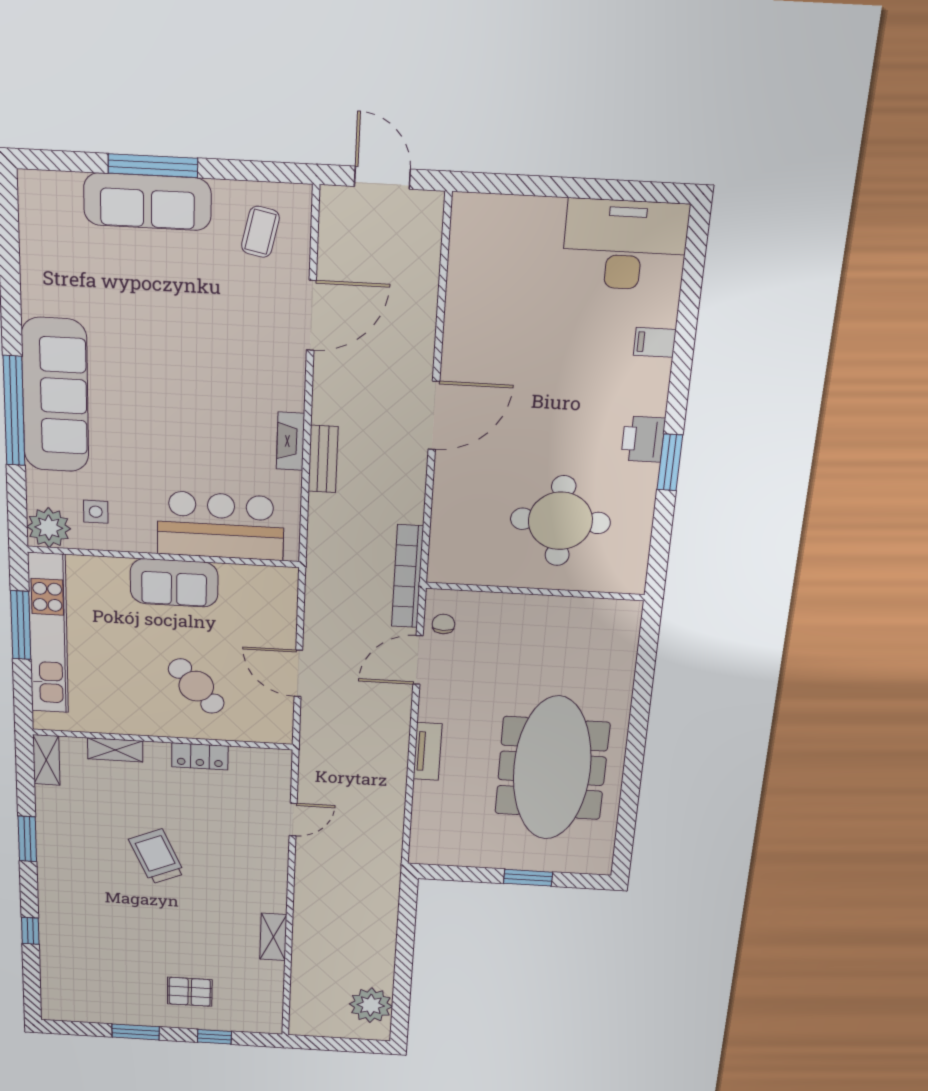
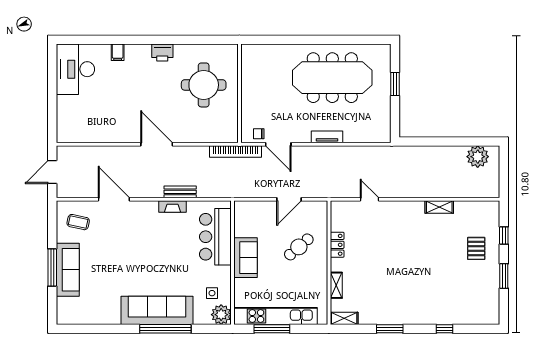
window: (670, 462) -> (173, 40), removed
trolley: (157, 857) -> (396, 265), removed

